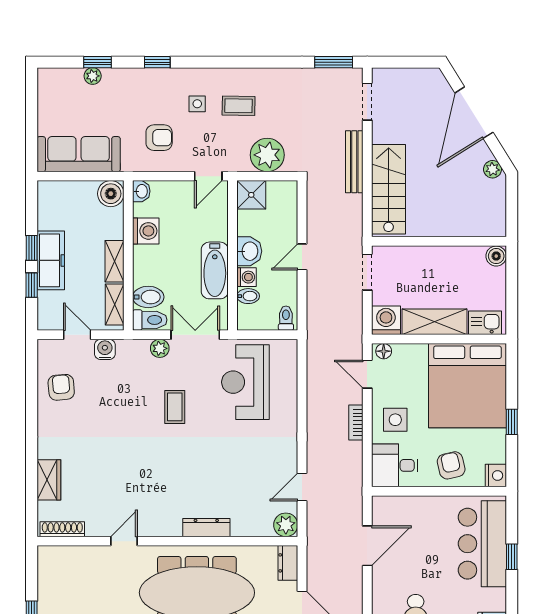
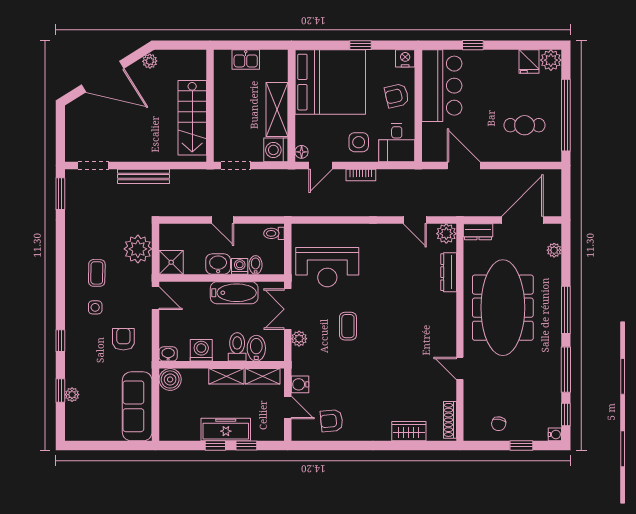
stairs: (389, 189) -> (192, 118), moved, turned -90
boiler: (496, 256) -> (222, 58), removed
toilet: (150, 320) -> (237, 347), moved
kitchen sink: (485, 323) -> (246, 60), moved, turned -90
door: (77, 335) -> (288, 408), swing flipped
coffee table: (175, 407) -> (348, 326), turned 90
dresser: (206, 528) -> (449, 272), moved
bar counter: (482, 544) -> (442, 86), moved, turned -90
chair: (58, 588) -> (499, 424), added

